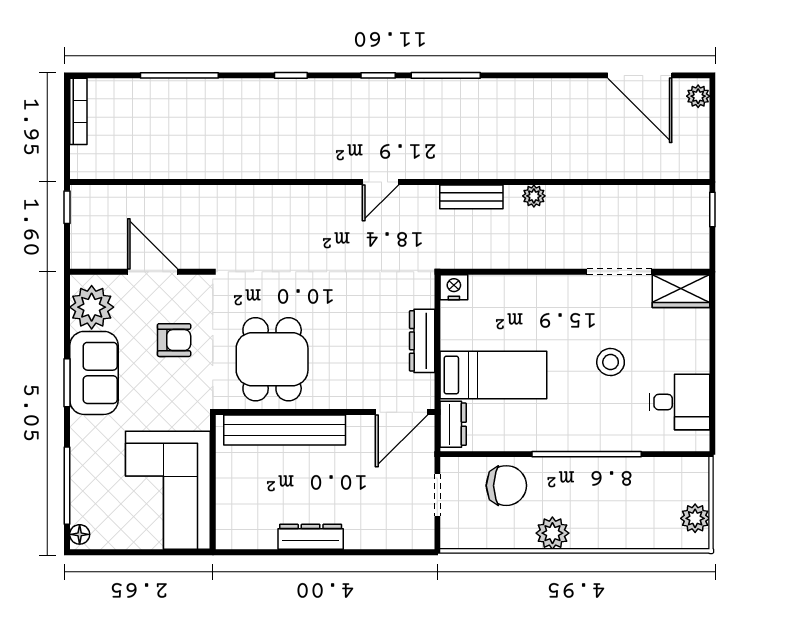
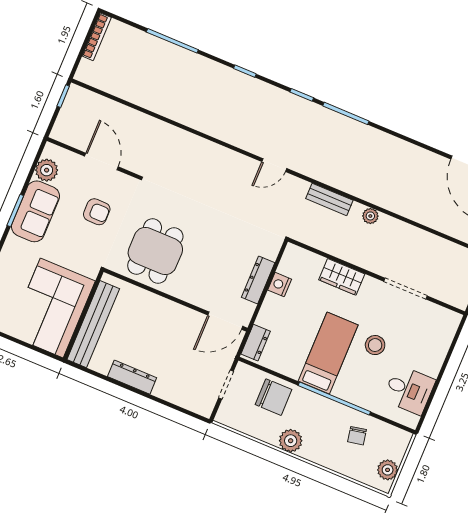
nightstand: (454, 287) -> (280, 285), moved, turned -90
wardrobe: (681, 291) -> (342, 277), moved
plant: (92, 307) -> (47, 170), width x0.73, depth x0.73
bed: (493, 375) -> (328, 353), moved, turned -90
bench: (285, 430) -> (93, 324), moved, turned 90
chair: (636, 490) -> (357, 436), added

